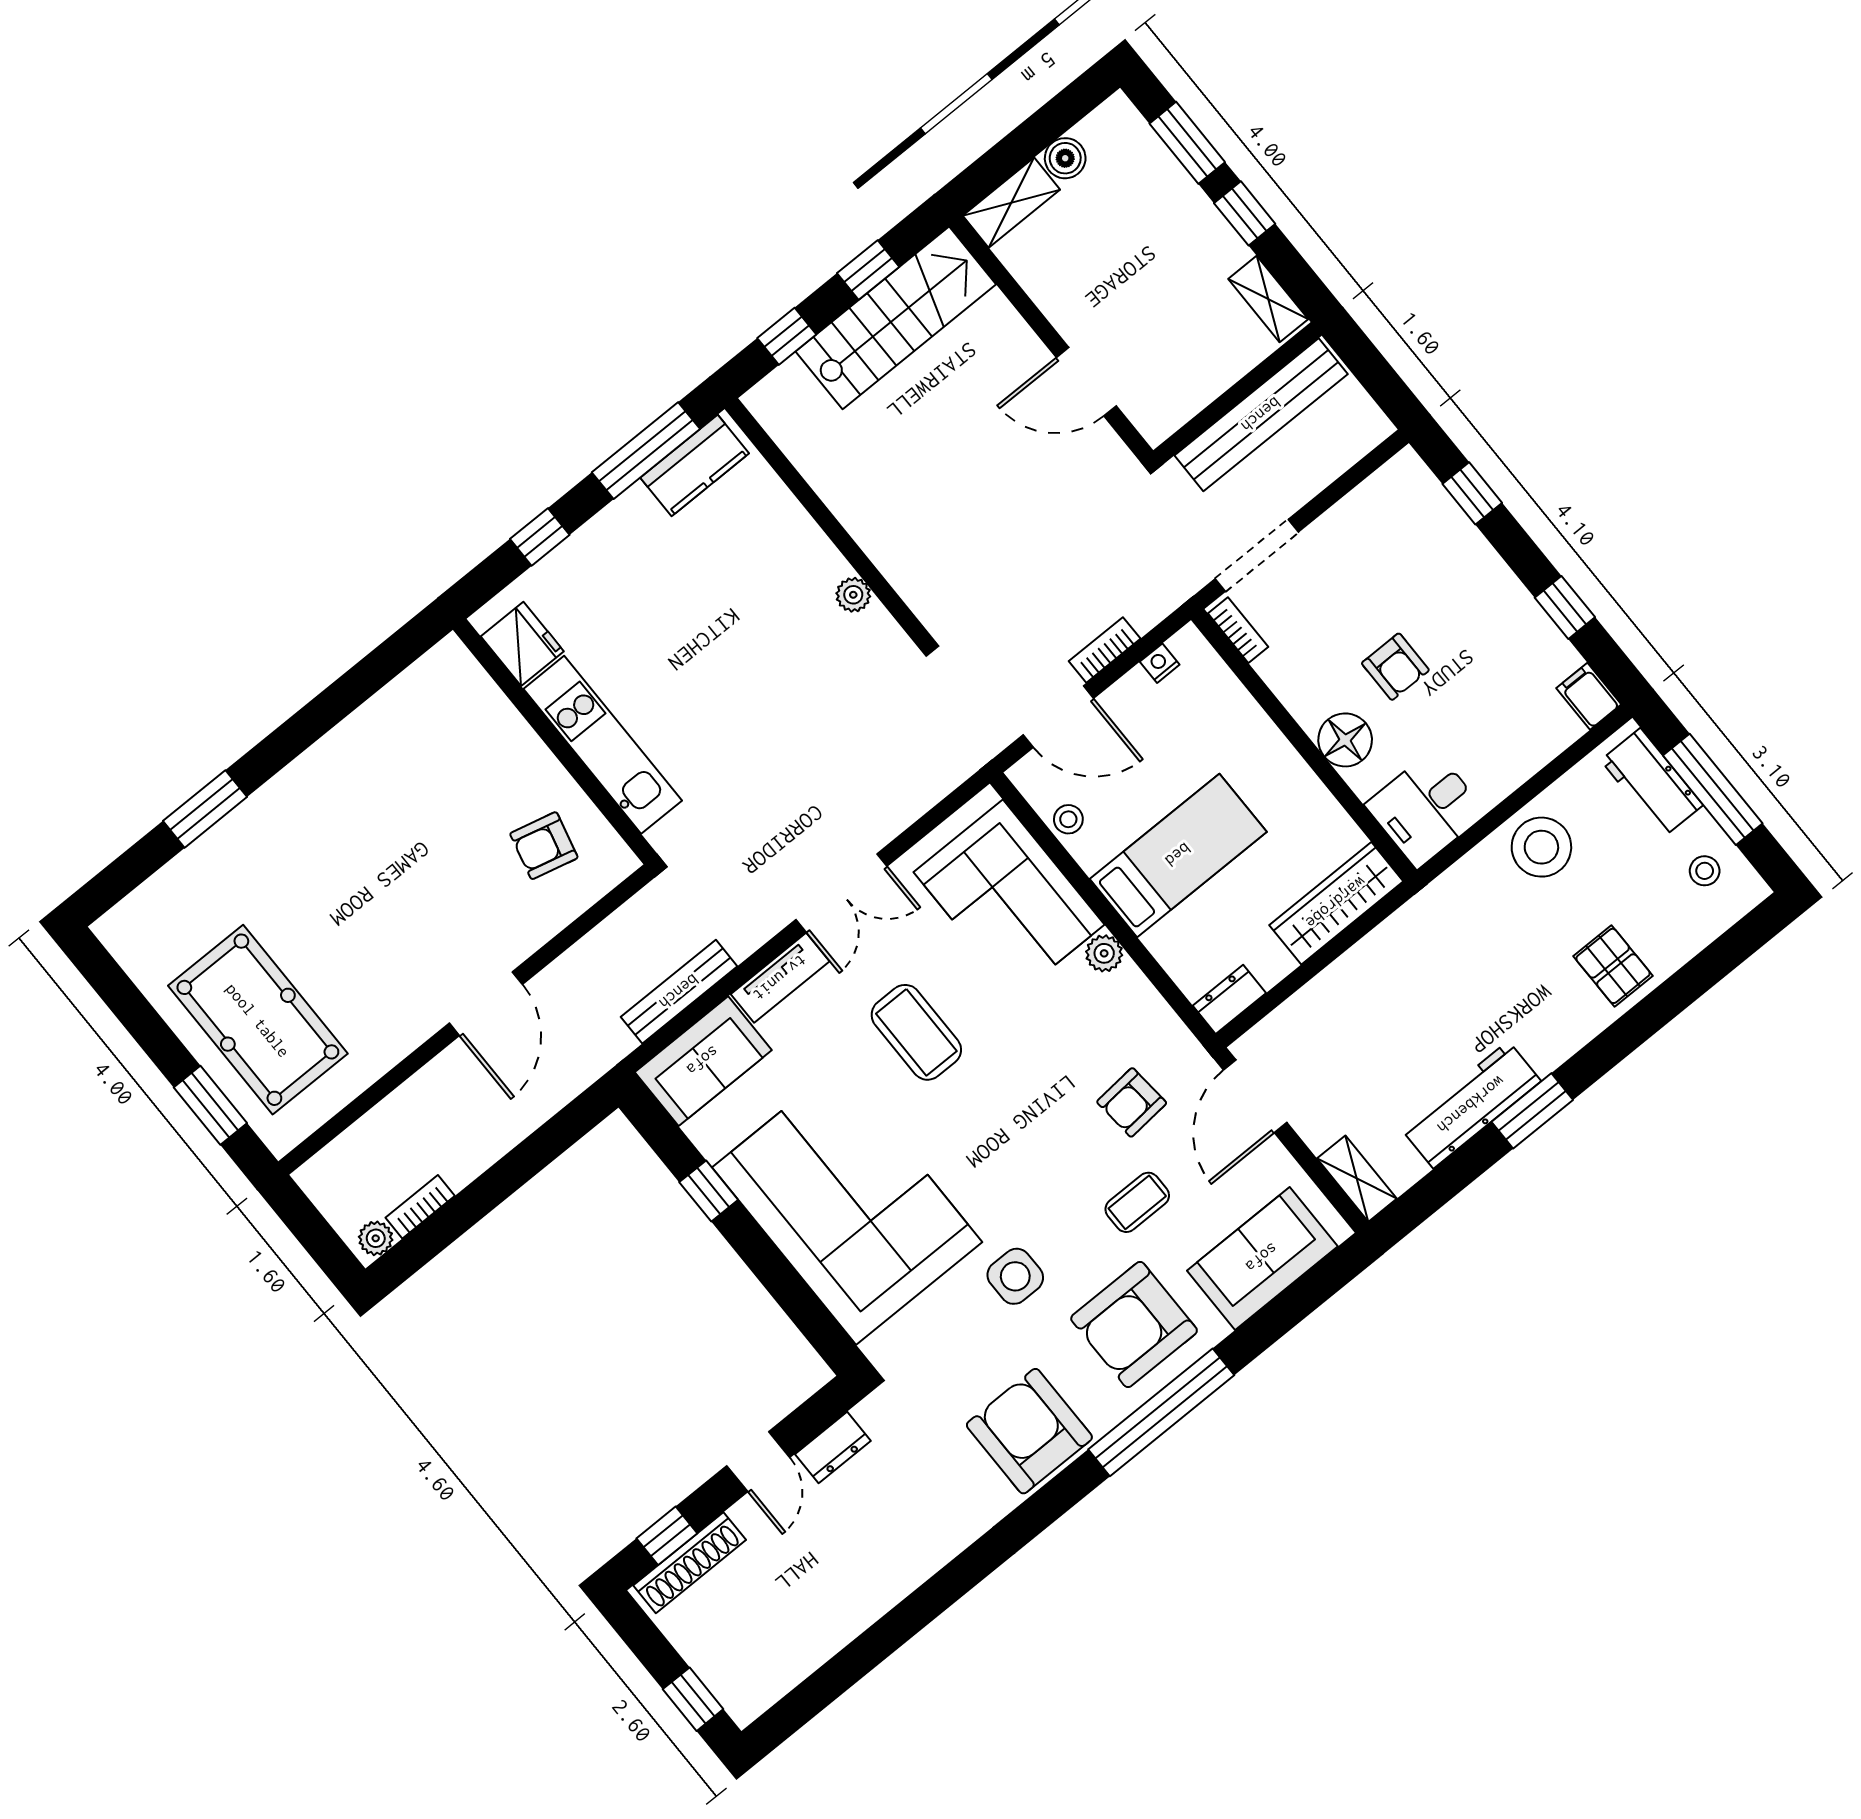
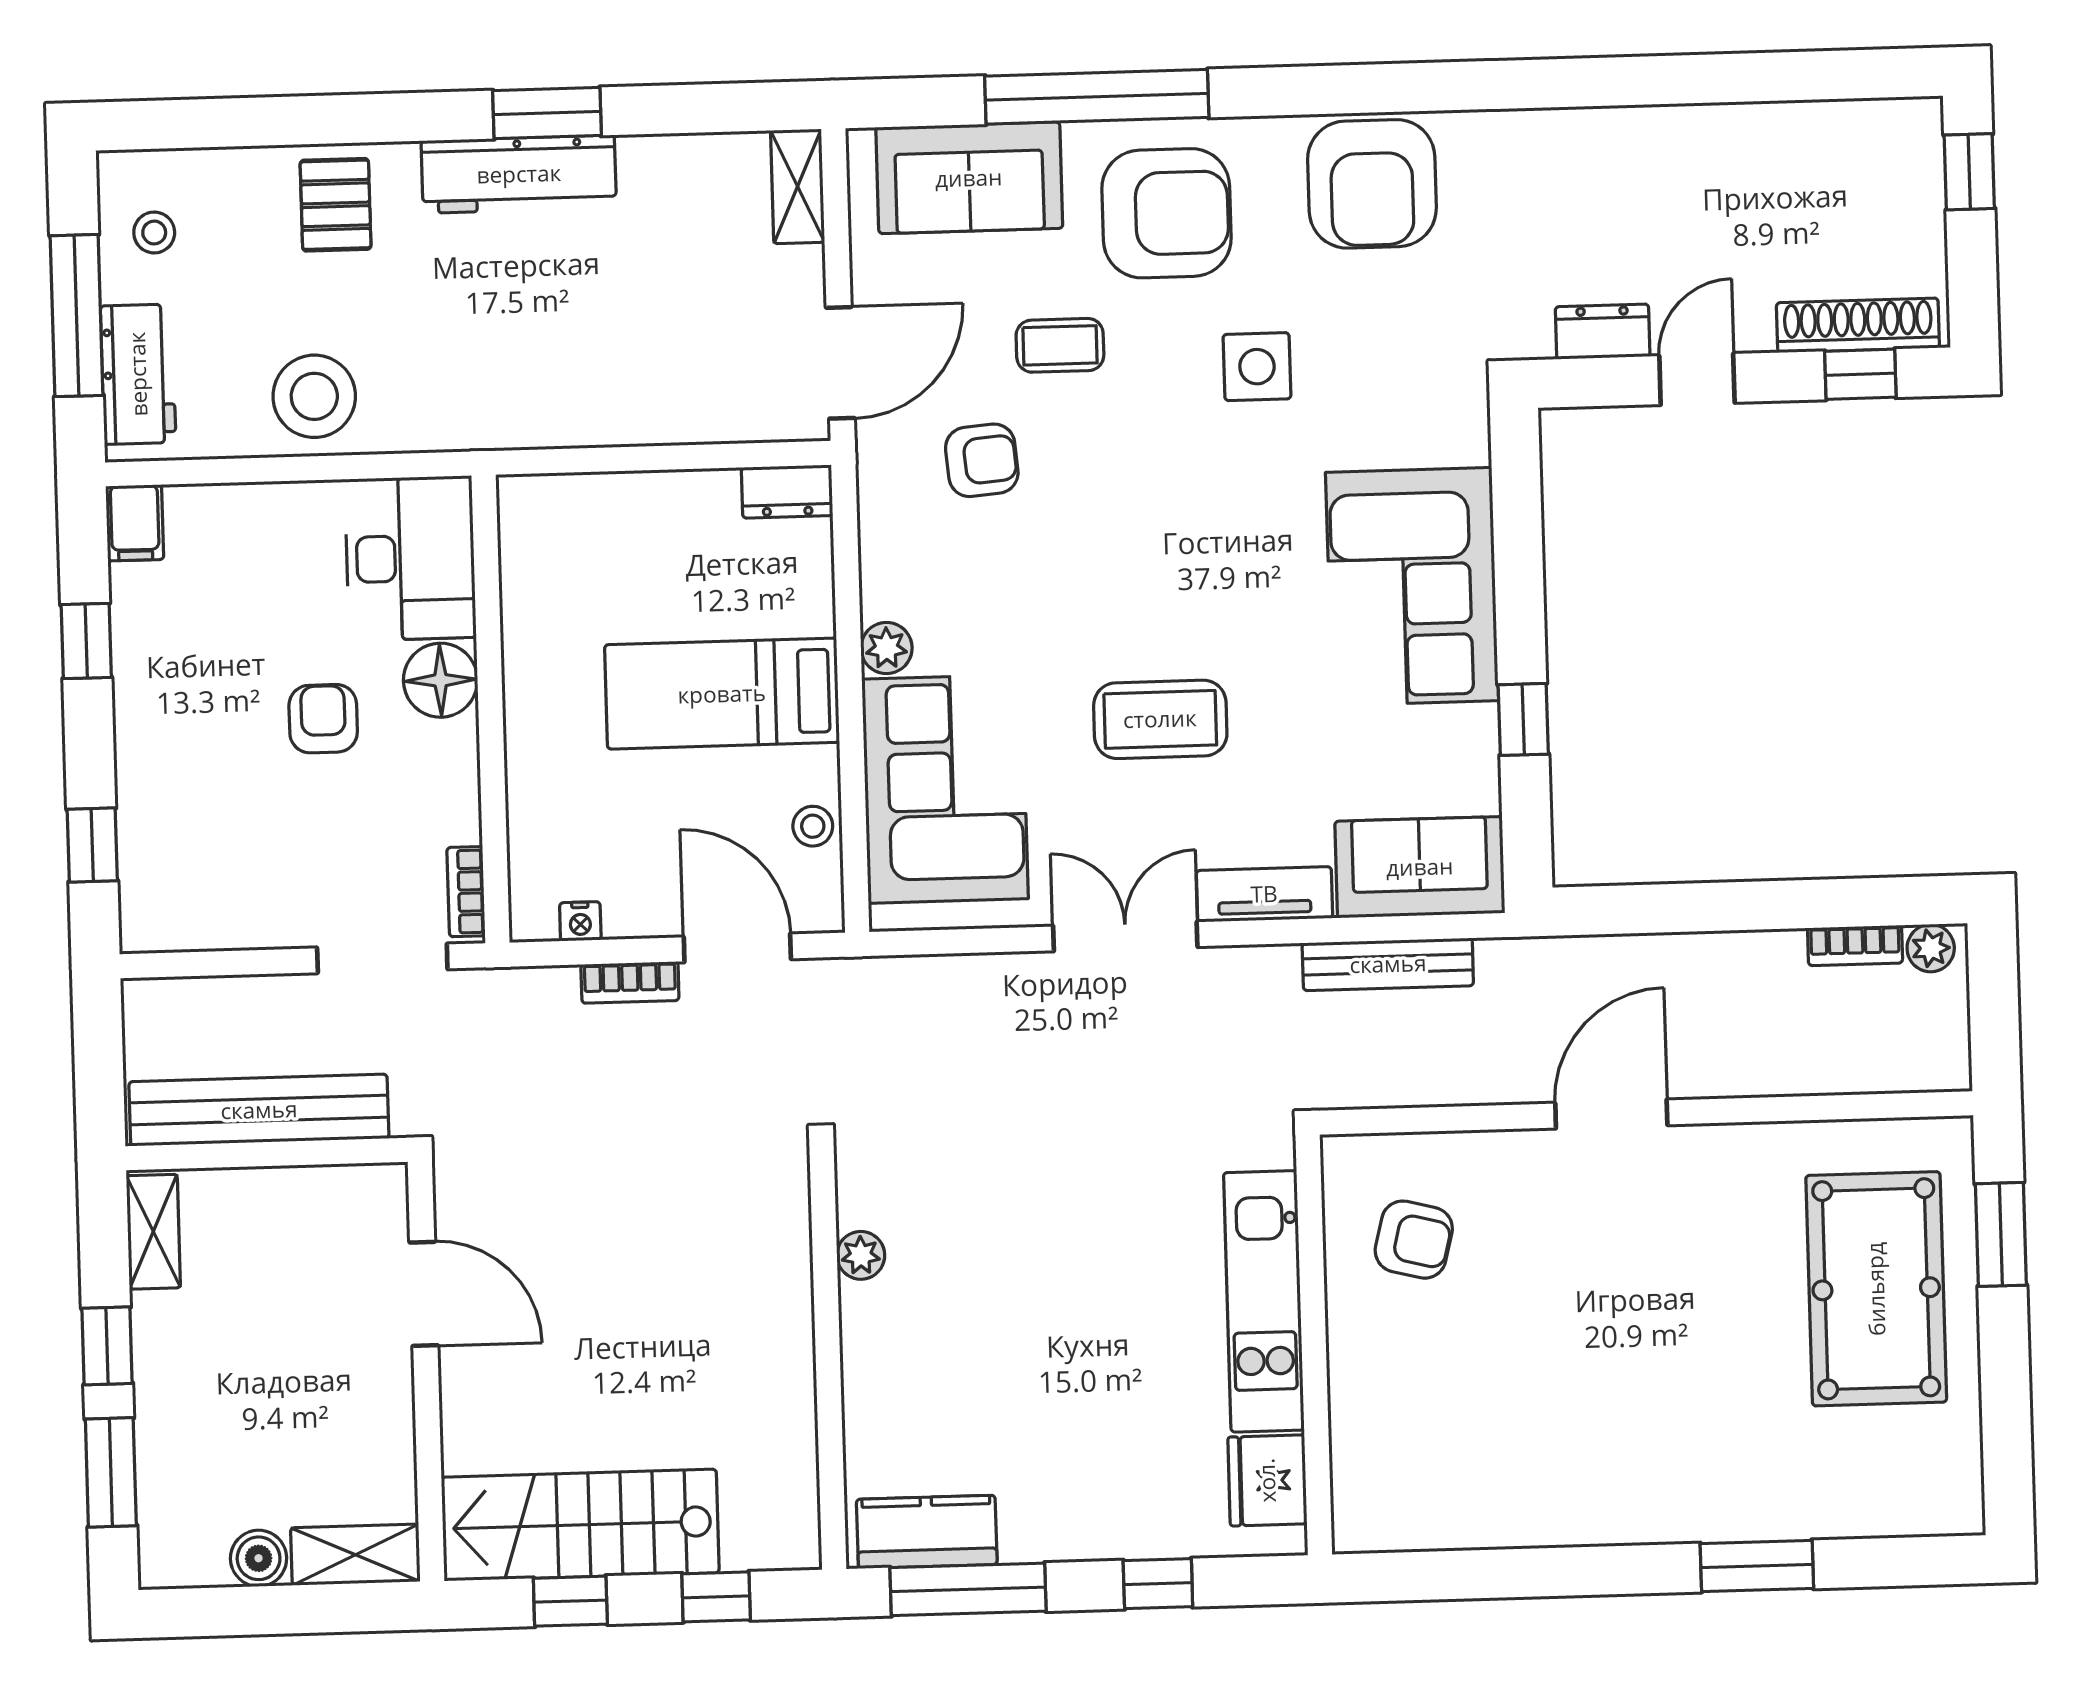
desk: (1426, 809) -> (410, 558), width x1.37
wardrobe: (1336, 903) -> (588, 507), removed
coffee table: (916, 1032) -> (1160, 719), turned 90
workbench: (1471, 1105) -> (519, 174), moved
corner sofa: (847, 1205) -> (1412, 587), width x0.73, depth x0.74
window: (1161, 1412) -> (1097, 97), moved

